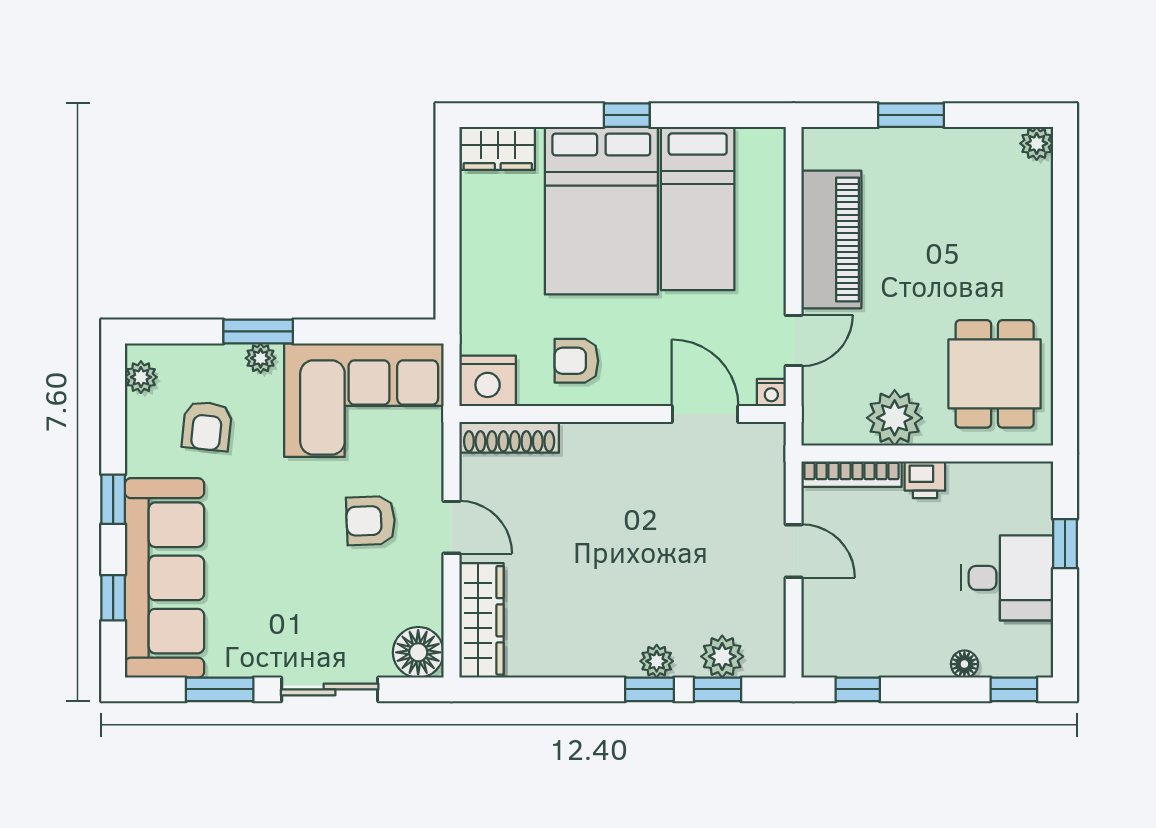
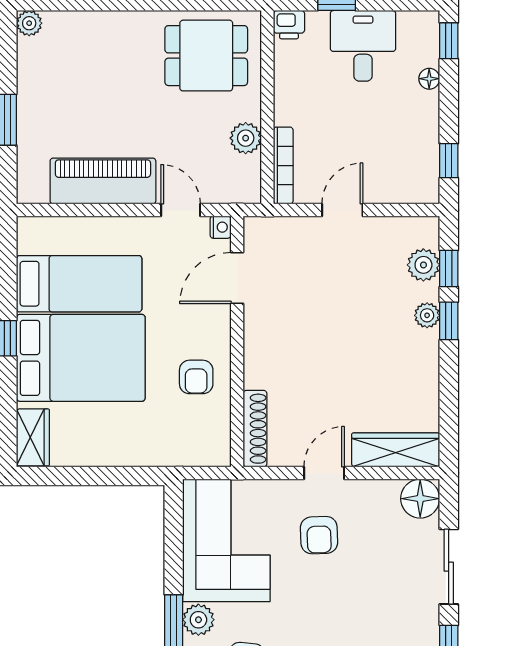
plant: (261, 358) -> (198, 620), width x1.38, depth x1.38
nightstand: (488, 381) -> (212, 445), removed
plant: (895, 418) -> (246, 138), width x0.73, depth x0.73
printer: (925, 480) -> (289, 25), moved, turned 90

